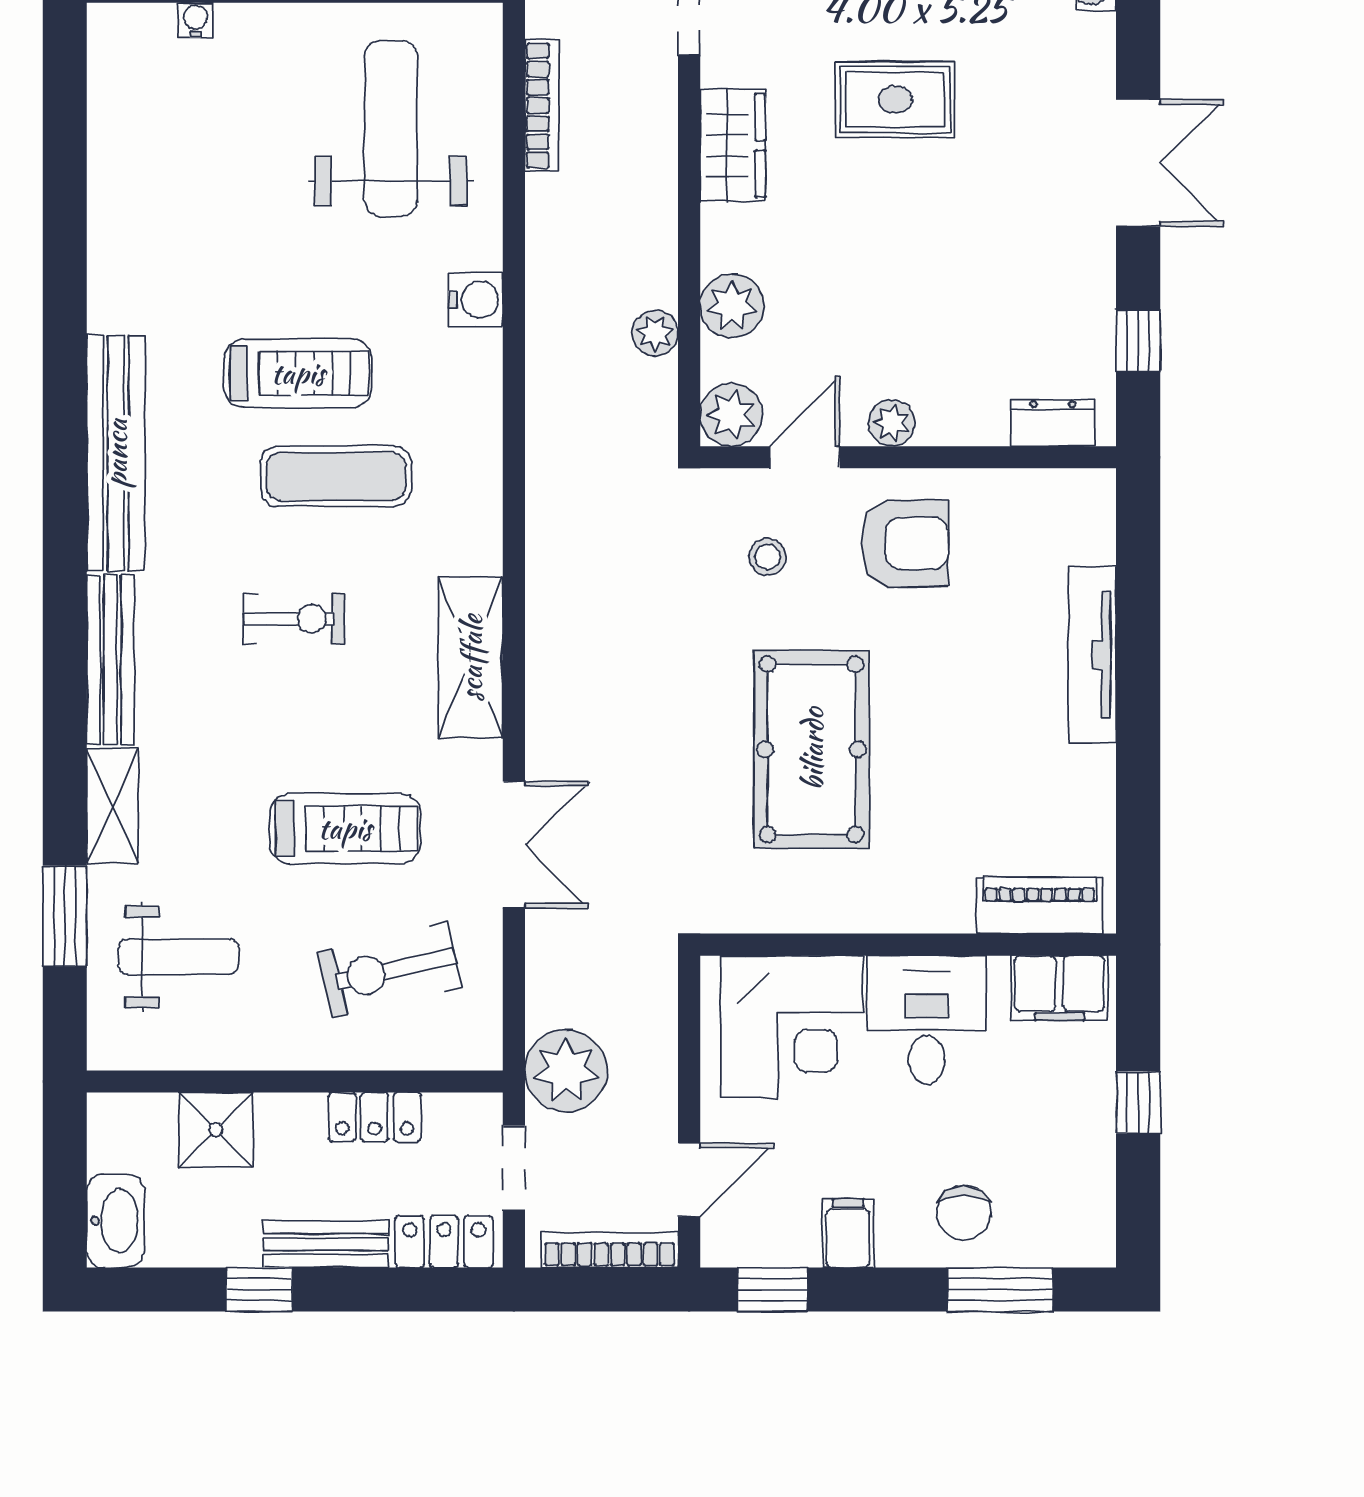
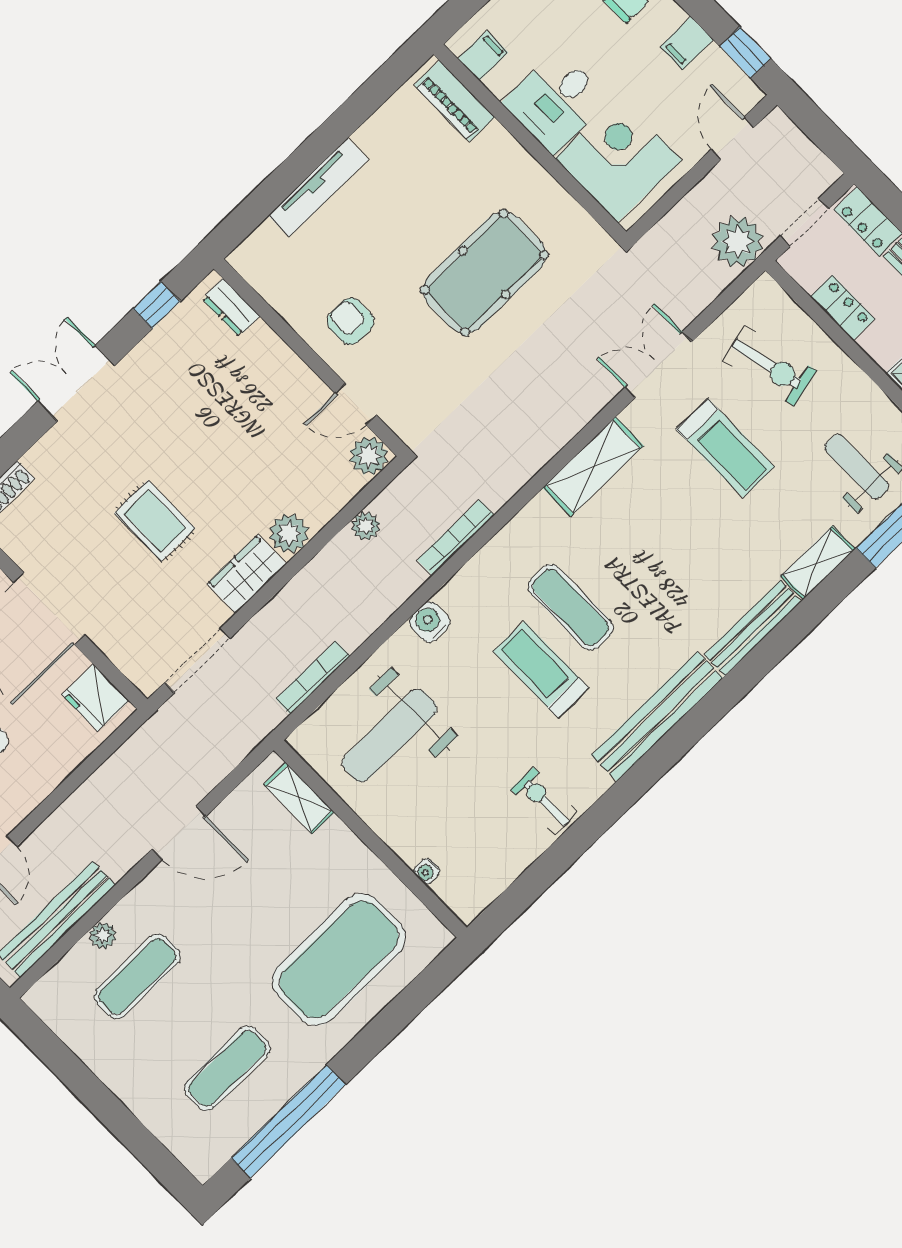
plant: (732, 306) -> (289, 533), moved
plant: (892, 423) -> (302, 380), removed
armchair: (905, 543) -> (351, 321), width x0.72, depth x0.72
stool: (767, 557) -> (417, 377), removed
exercise bike: (294, 619) -> (544, 801), moved
treadmill: (345, 828) -> (725, 448), turned 180
filing cabinet: (1060, 988) -> (483, 56), width x0.50
door: (689, 1180) -> (733, 138), hinge flipped
bookcase: (609, 1250) -> (456, 537), moved, turned 90

